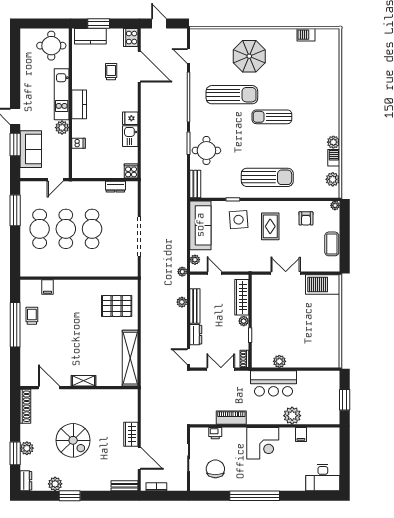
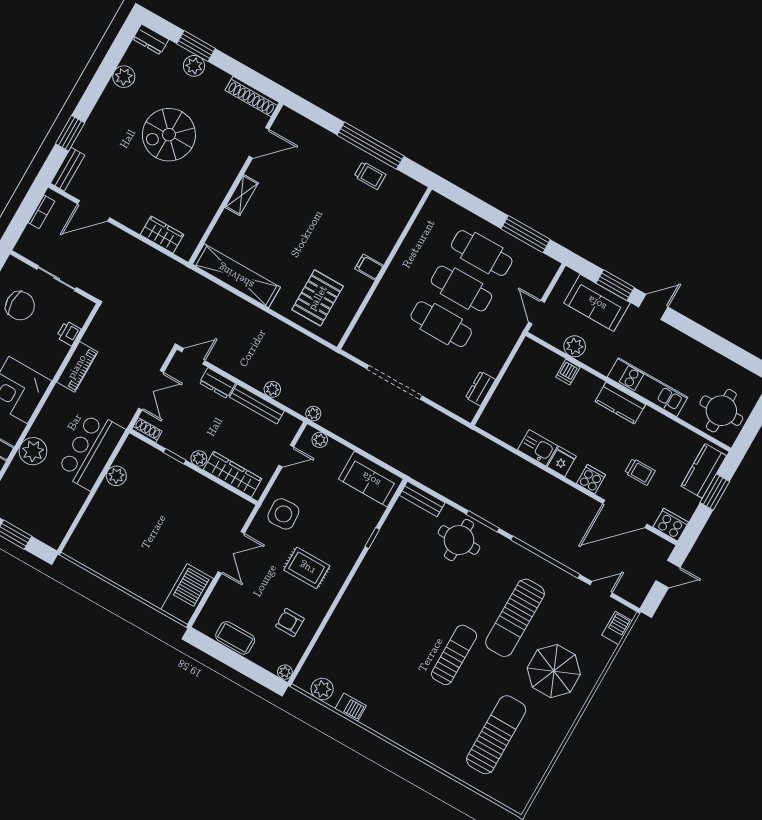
barbecue: (306, 35) -> (617, 628), moved
plant: (62, 128) -> (575, 346), moved
plant: (333, 142) -> (372, 719), removed
cooker: (131, 171) -> (591, 479), moved, turned -90
sun lounger: (267, 177) -> (496, 735), moved, turned 180
side table: (239, 220) -> (283, 514), moved
sofa: (200, 225) -> (371, 479), width x0.73
filing cabinet: (47, 287) -> (369, 267), moved
wardrobe: (131, 434) -> (162, 235), moved
window: (70, 496) -> (70, 133), moved

